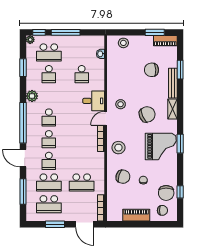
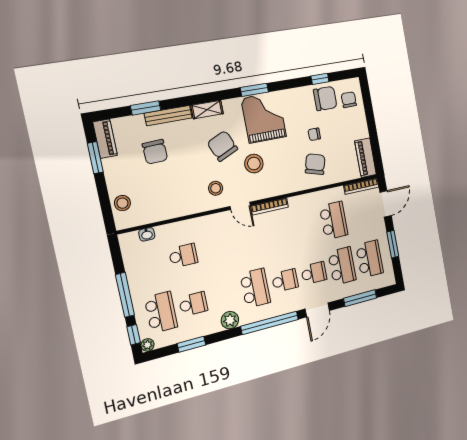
desk: (94, 101) -> (219, 229), removed
school desk: (49, 117) -> (255, 288), width x1.85
stool: (118, 148) -> (254, 164), moved
piano: (136, 215) -> (366, 158), moved

